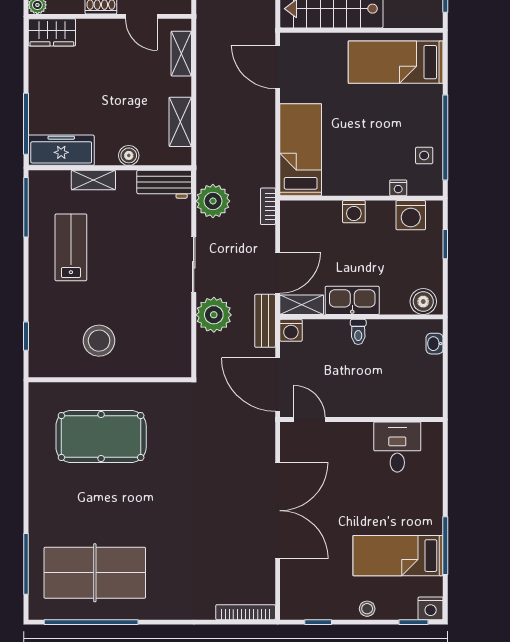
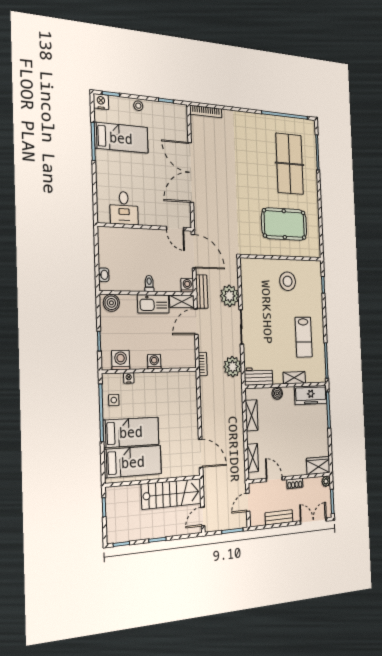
bed: (301, 150) -> (131, 432), moved, turned -90
table tennis table: (95, 573) -> (290, 164), moved, turned 90

